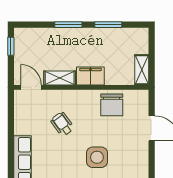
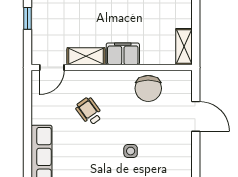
door: (31, 87) -> (52, 67), swing flipped
side table: (97, 157) -> (131, 151), width x0.54, depth x0.54

